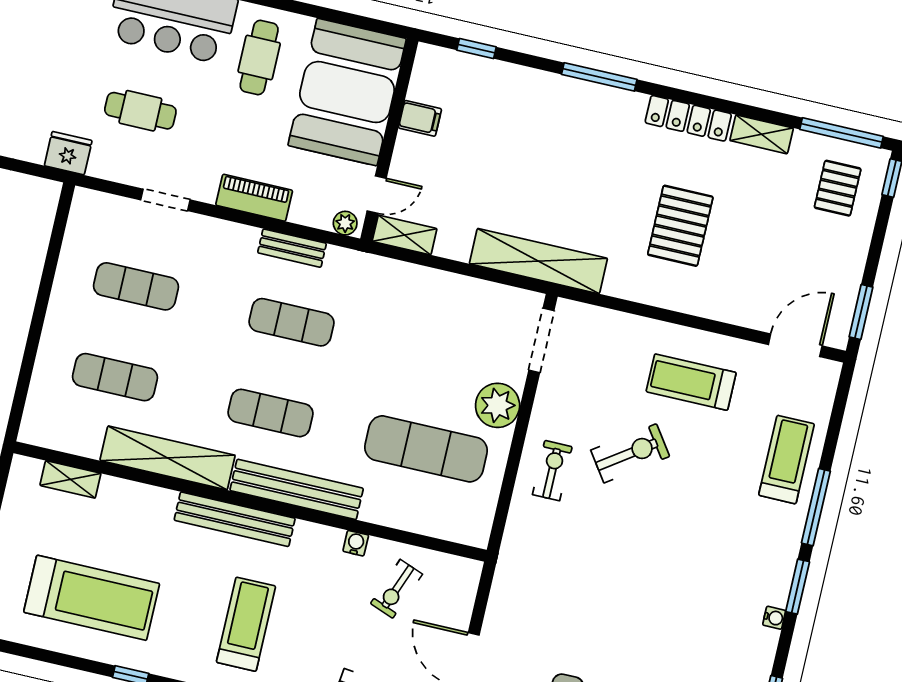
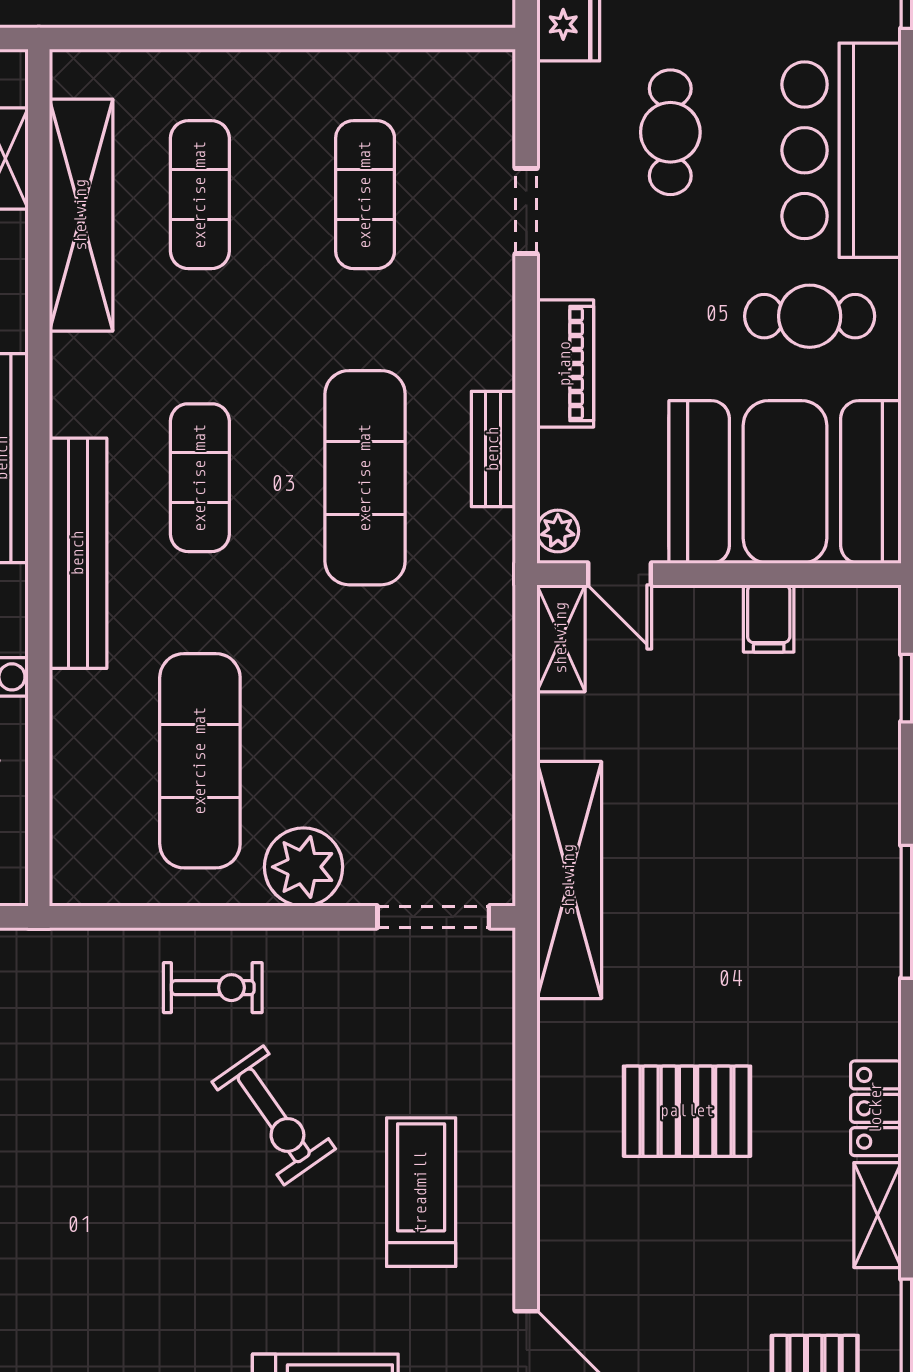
locker: (688, 118) -> (876, 1108), width x0.66
exercise mat: (291, 322) -> (365, 478), width x1.36, depth x1.45
shelving: (168, 458) -> (81, 215), moved

